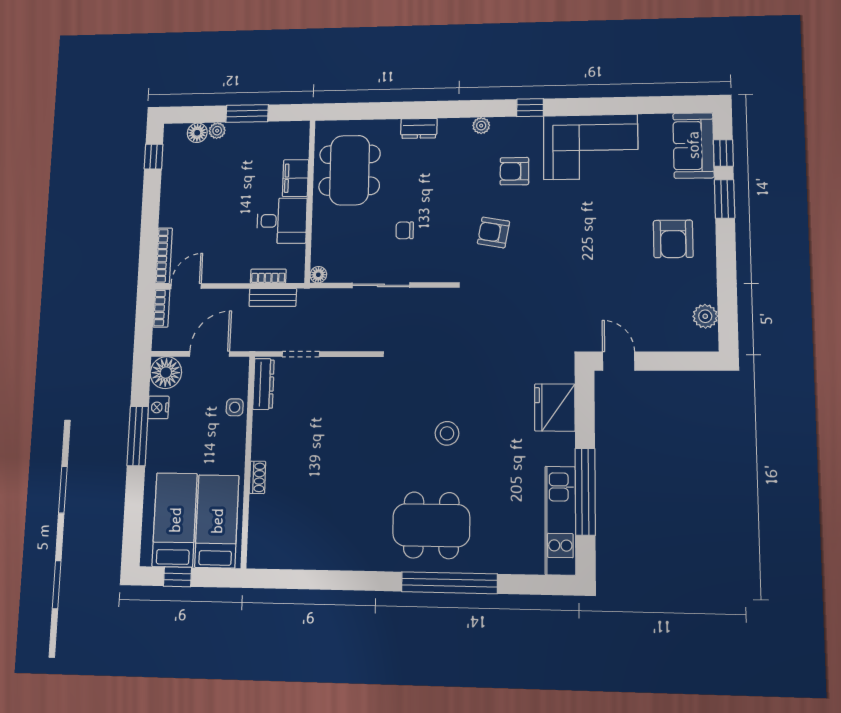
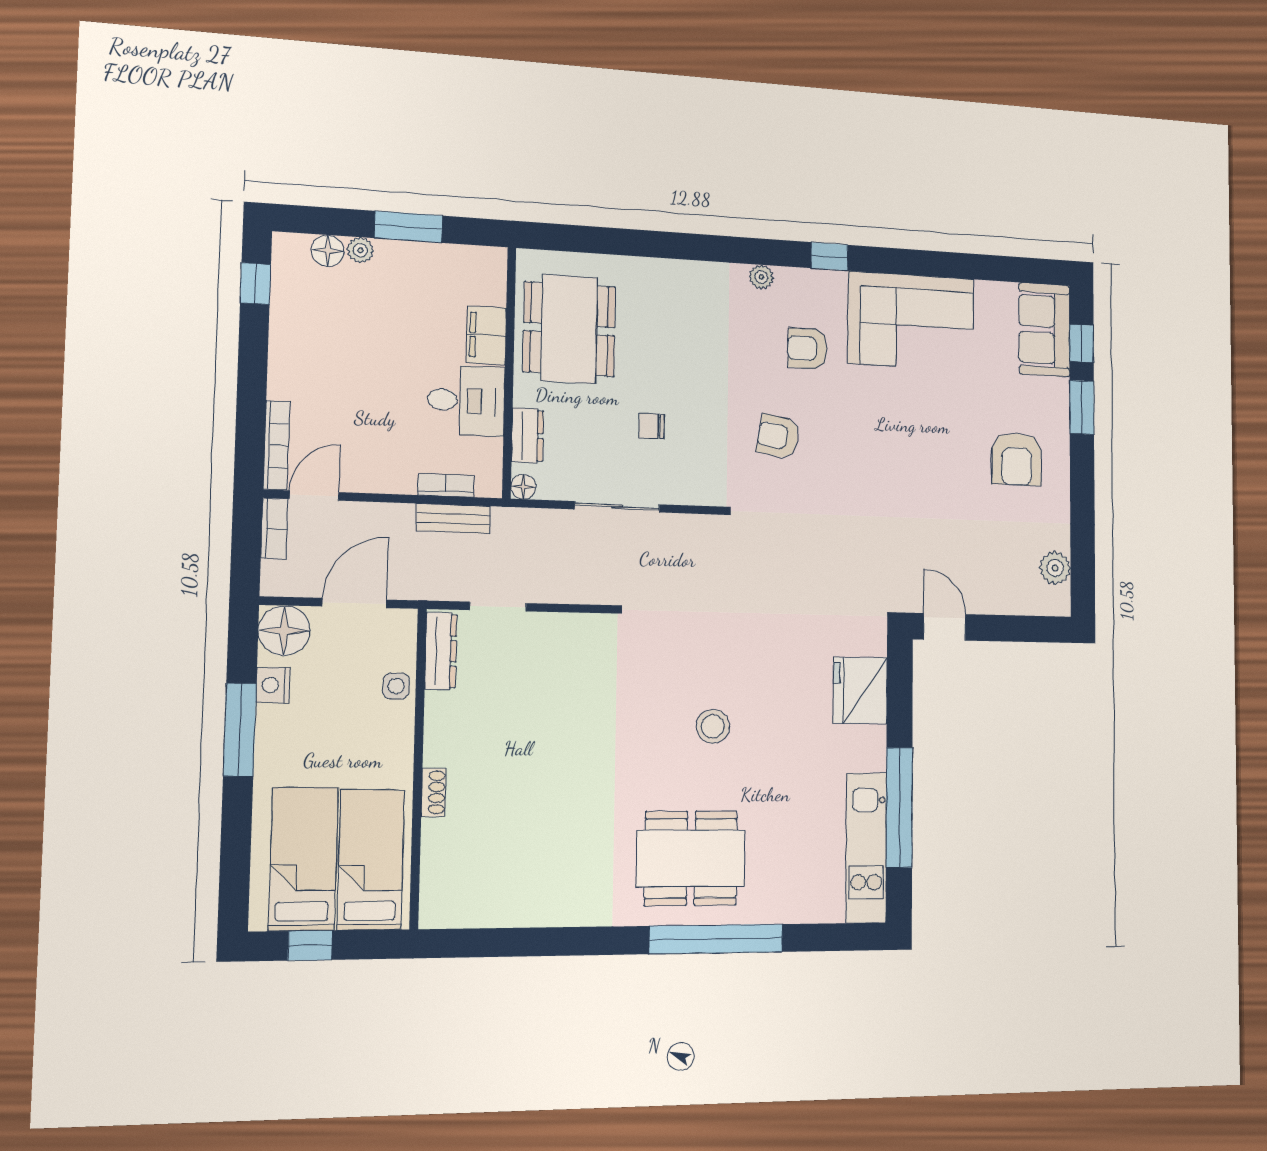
dresser: (419, 128) -> (527, 435), moved, turned -90

